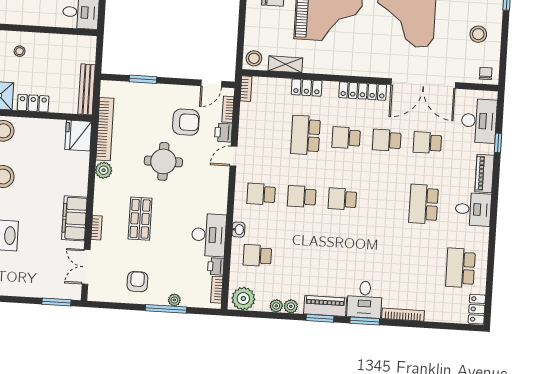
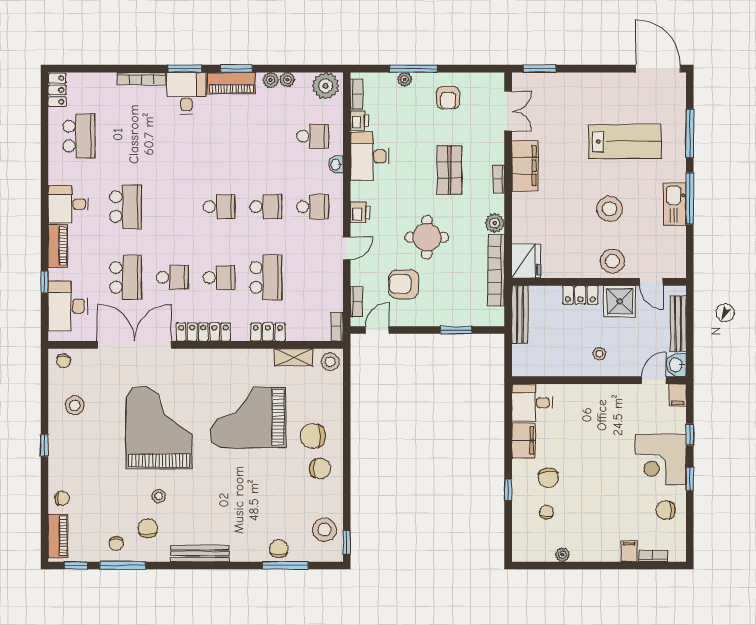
printer: (223, 133) -> (360, 212), moved
school desk: (427, 143) -> (126, 277), width x1.85
bookcase: (97, 228) -> (499, 179), moved

